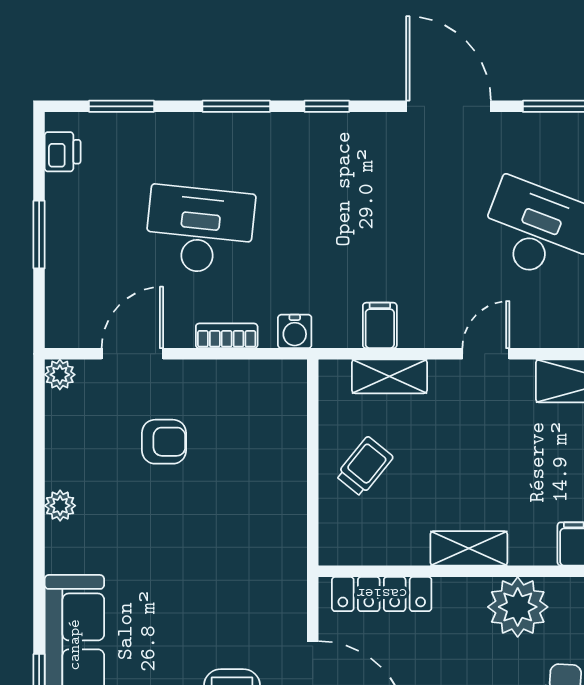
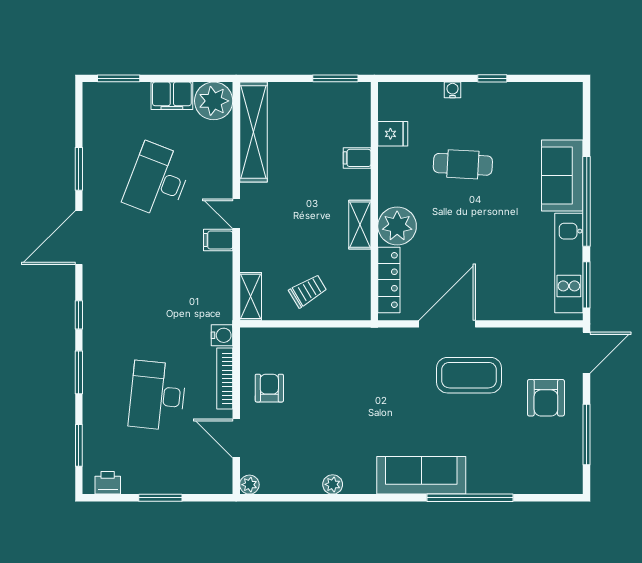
filing cabinet: (380, 325) -> (218, 240), moved
bookcase: (227, 336) -> (225, 379), width x1.56
shelving: (389, 376) -> (251, 296), moved
armchair: (164, 442) -> (269, 388), moved
trolley: (365, 466) -> (308, 291), turned 110
plant: (518, 607) -> (397, 226), moved

